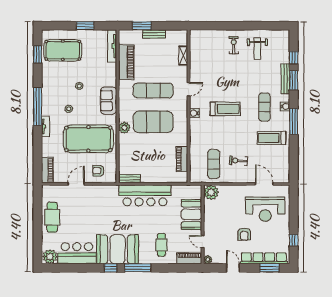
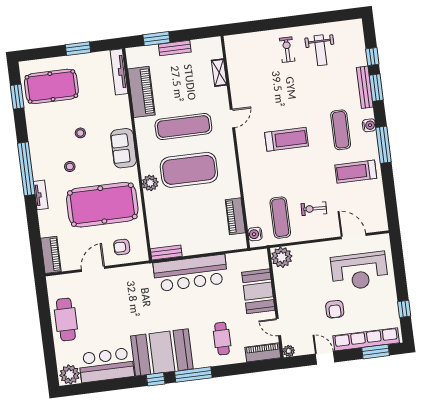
water cooler: (194, 113) -> (255, 234), moved

